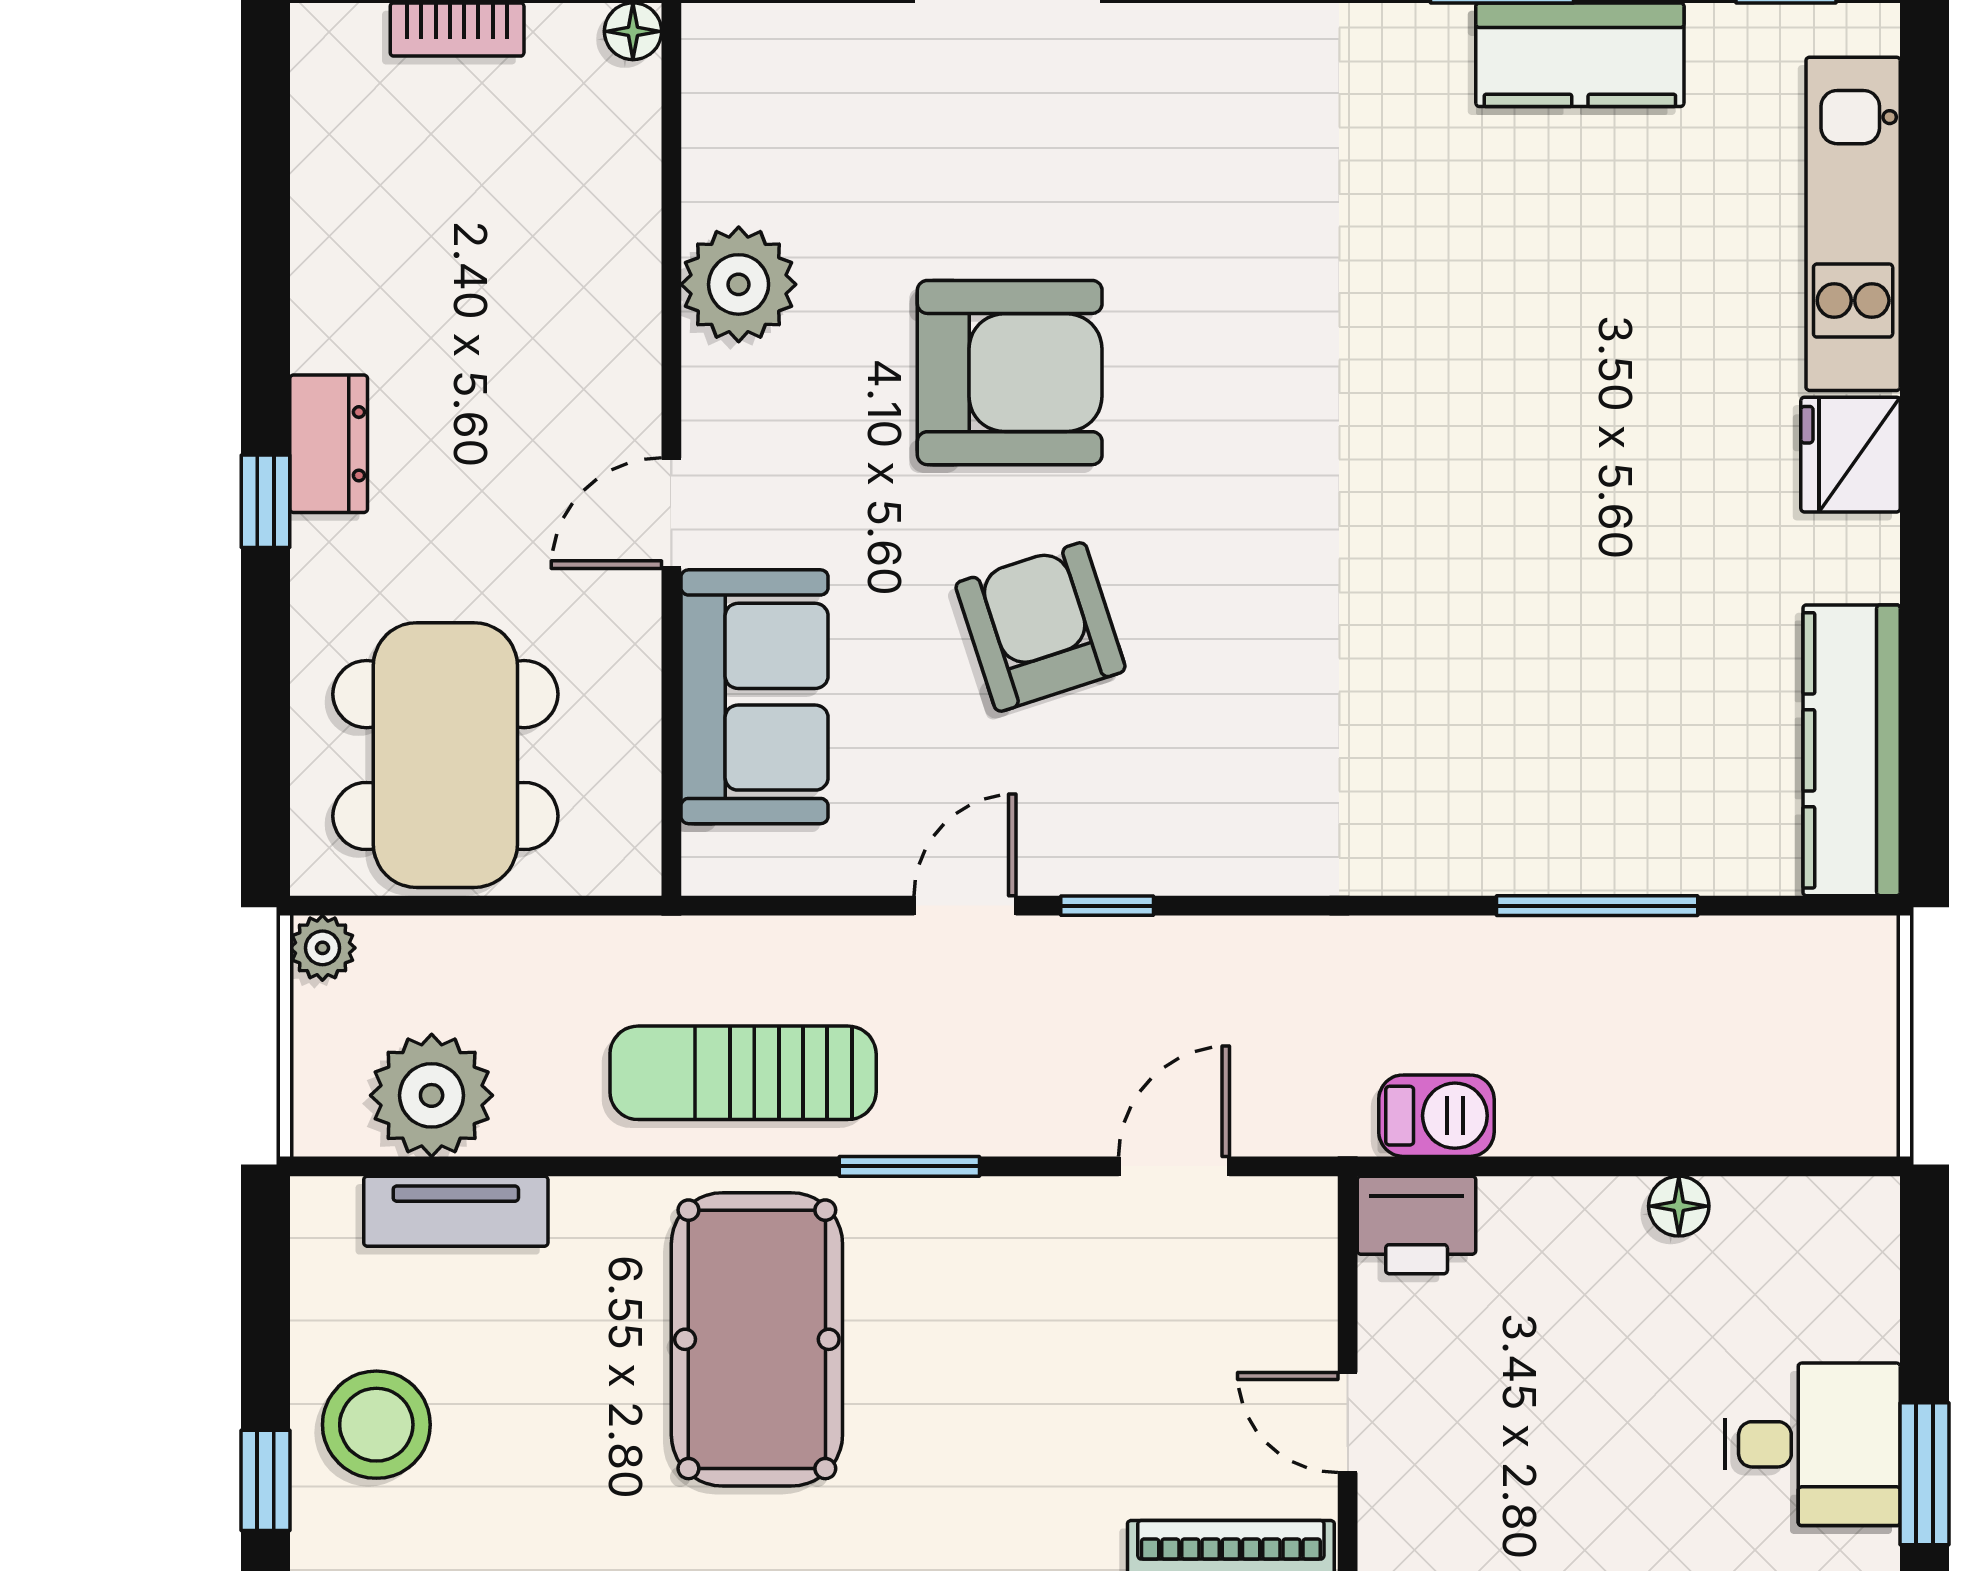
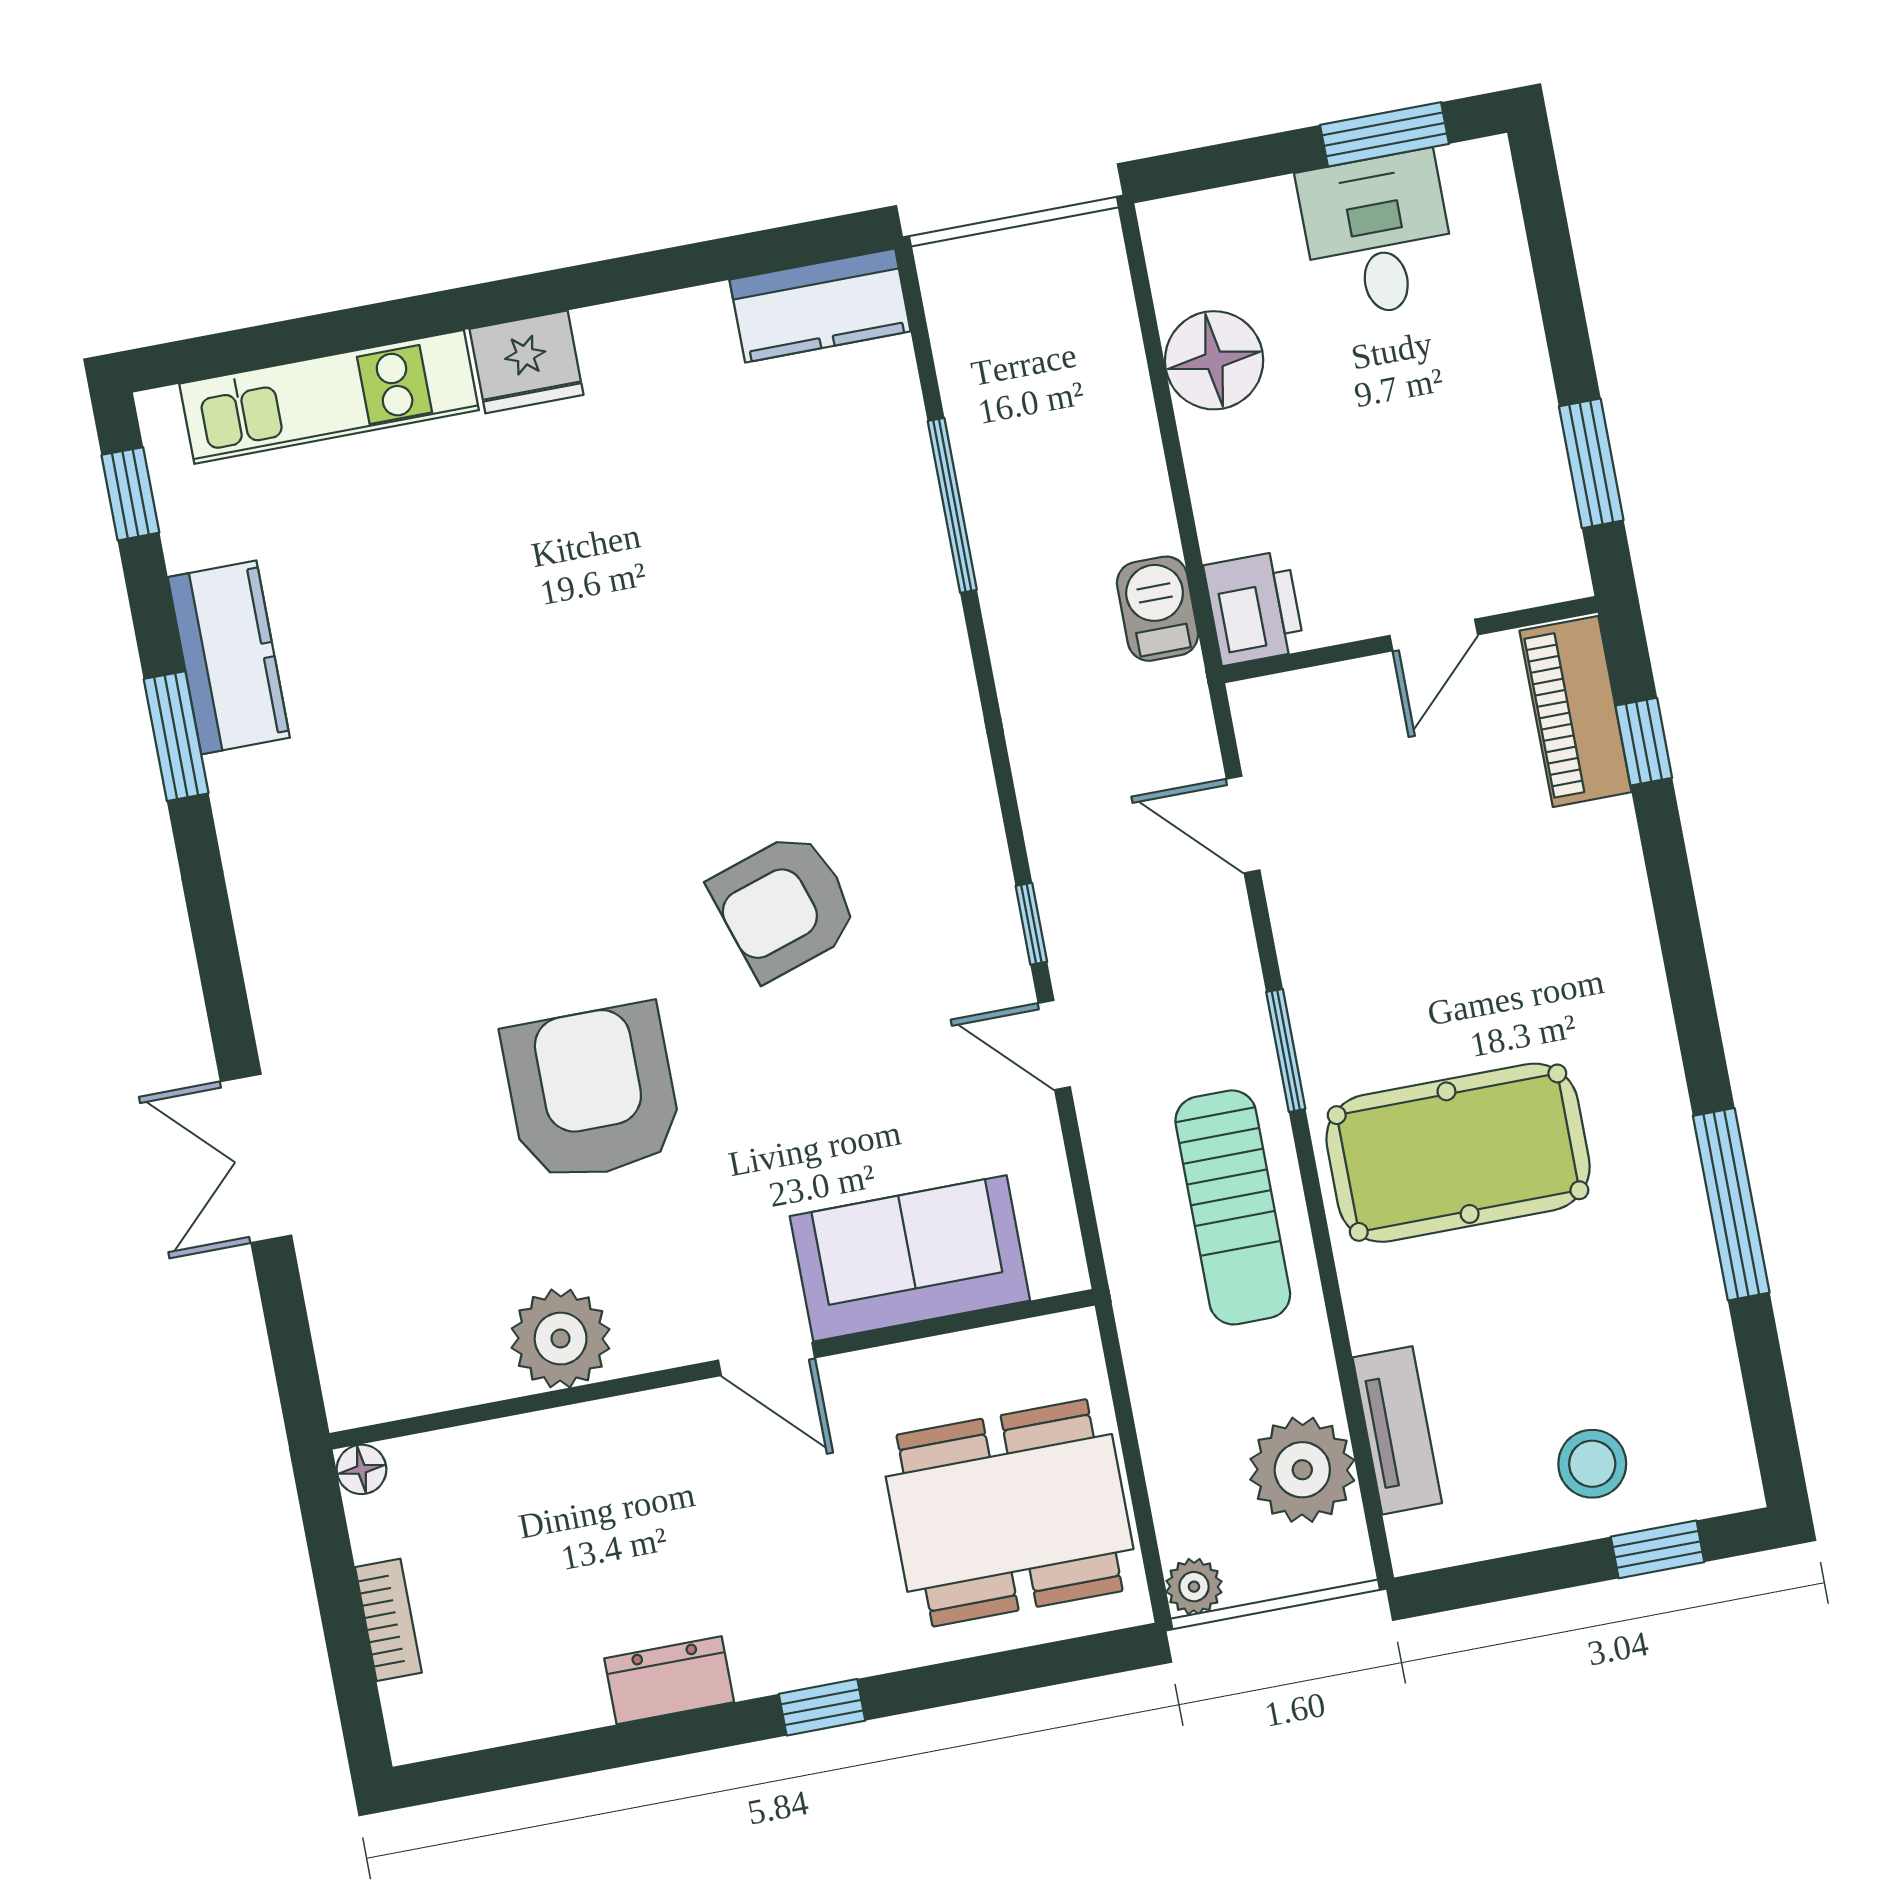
dresser: (329, 444) -> (669, 1680), moved
armchair: (1040, 627) -> (784, 906), moved
kitchen counter: (1852, 750) -> (820, 305), width x0.67
floor lamp: (1679, 1206) -> (1214, 360), width x1.89, depth x1.89
stool: (376, 1425) -> (1592, 1464), width x0.73, depth x0.73

